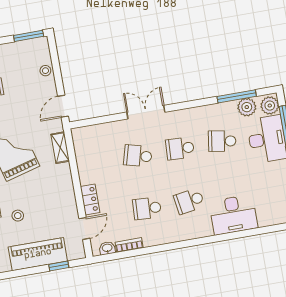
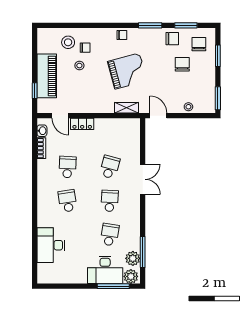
desk: (233, 215) -> (51, 245), moved

